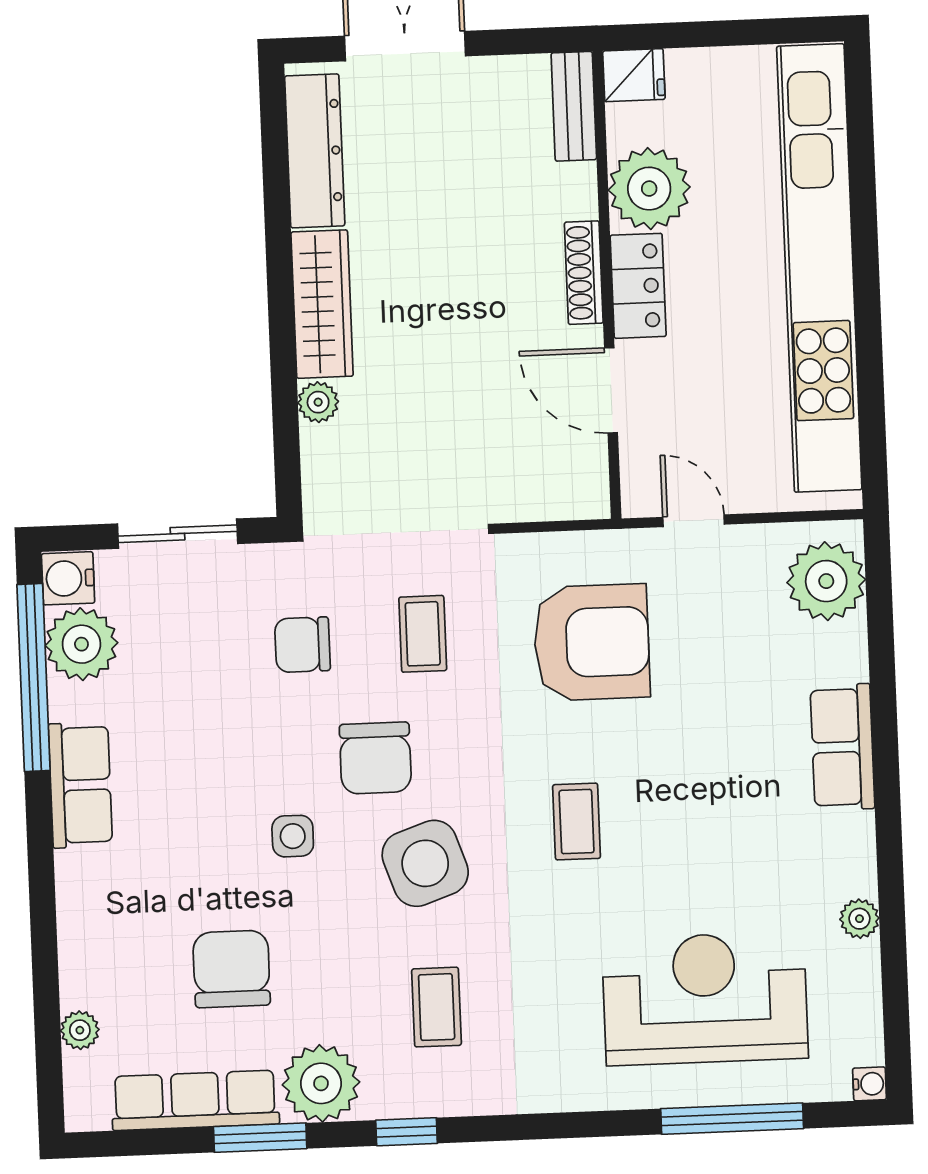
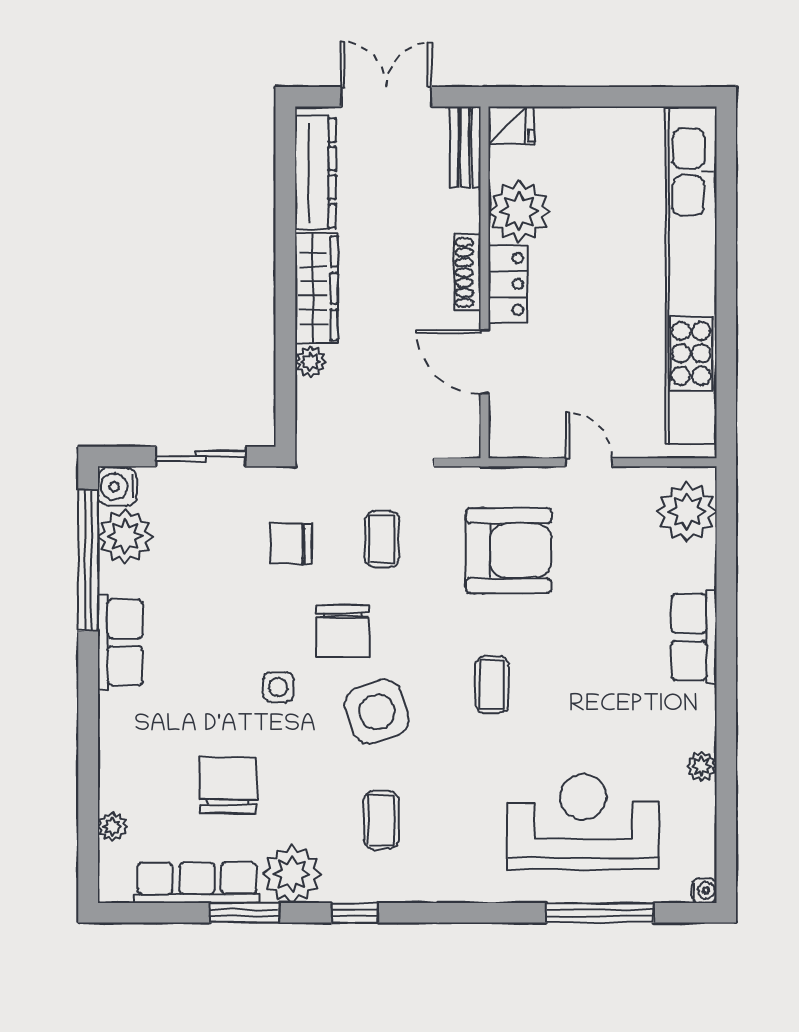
fridge: (634, 75) -> (511, 126), moved
bench: (574, 106) -> (465, 147), moved
plant: (649, 189) -> (519, 211), moved
shoe rack: (584, 273) -> (468, 273), moved
wall: (607, 285) -> (485, 282), moved
locker: (638, 286) -> (508, 284), moved
door: (611, 390) -> (485, 362), moved

